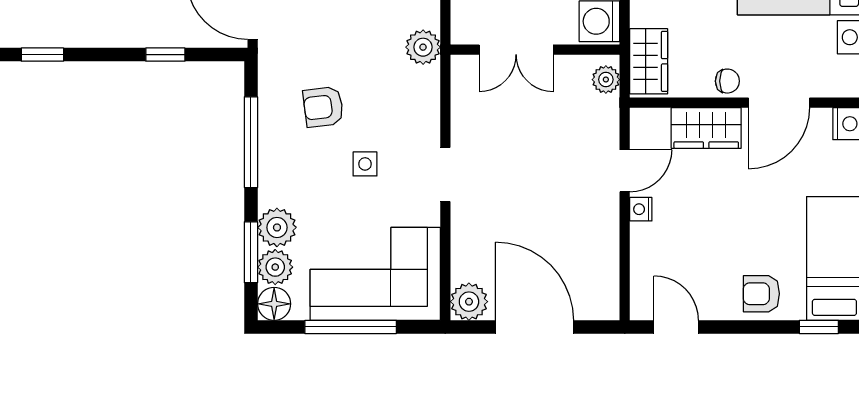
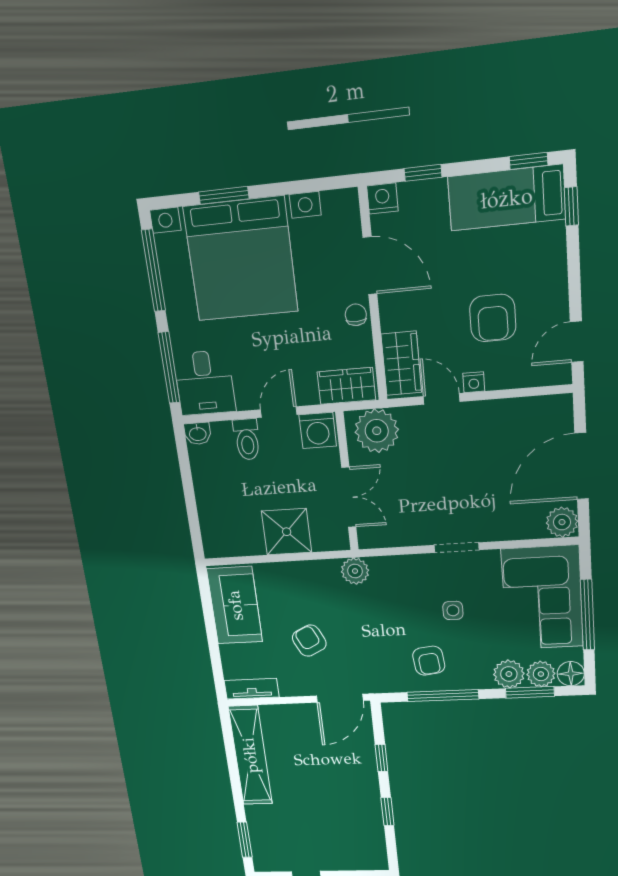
window: (42, 55) -> (387, 812), moved
plant: (606, 80) -> (377, 431), width x1.87, depth x1.87
armchair: (323, 107) -> (429, 661), moved
wardrobe: (706, 128) -> (401, 363), moved
armchair: (761, 294) -> (493, 318), moved, width x1.38, depth x1.38

